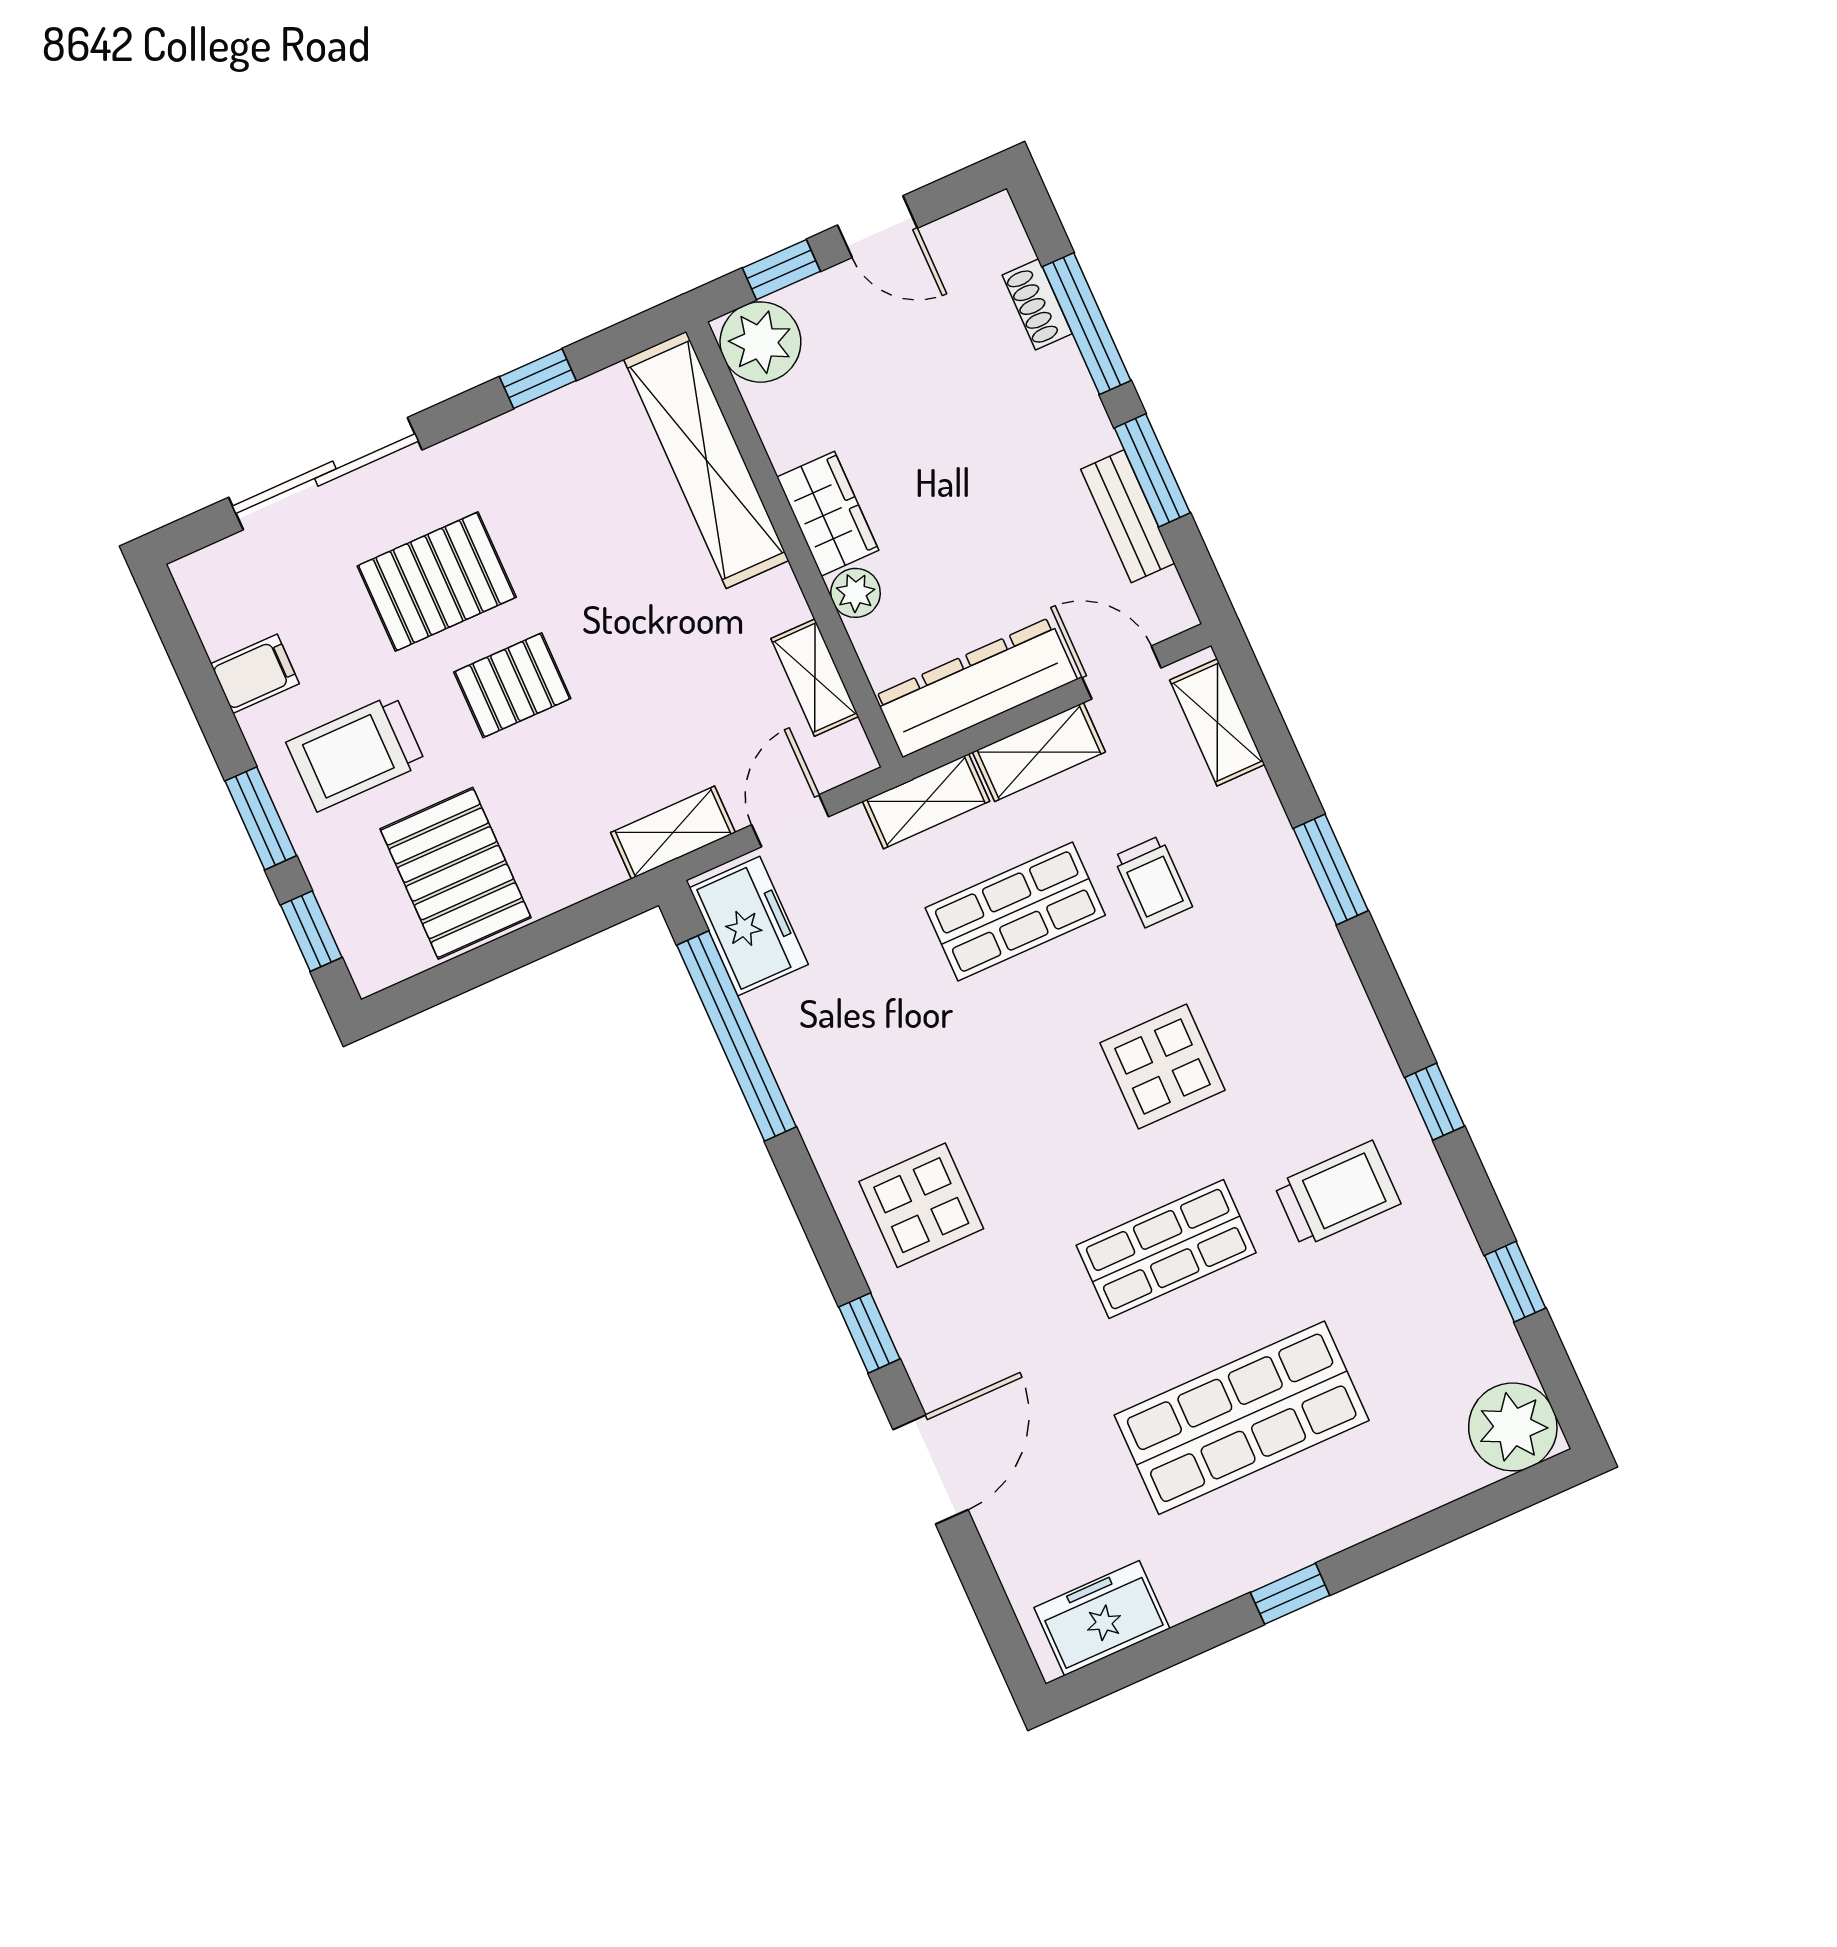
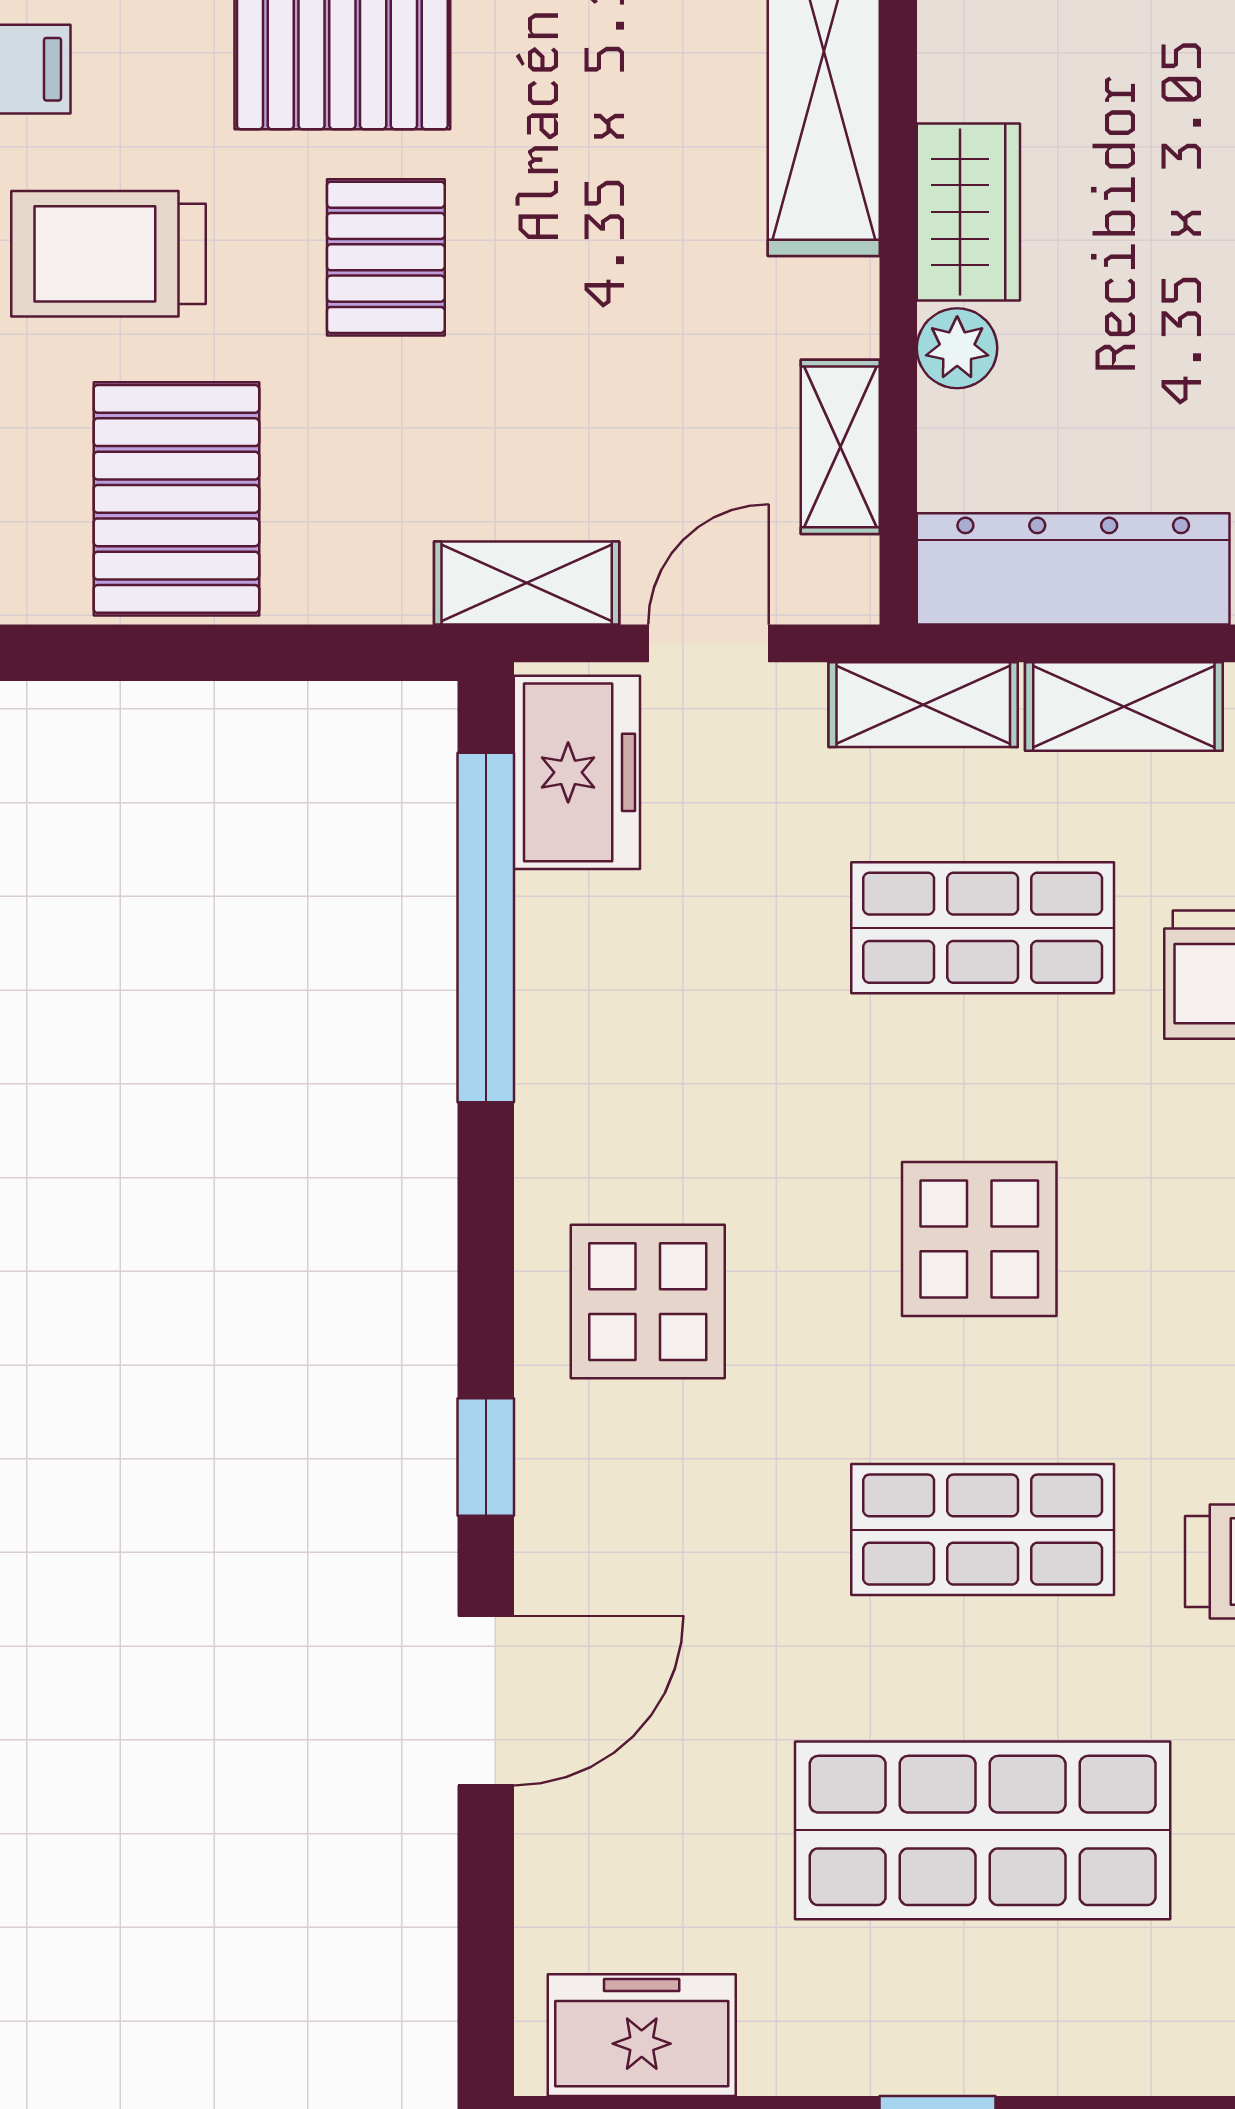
pallet: (512, 685) -> (386, 257), turned 90
display table: (1162, 1066) -> (979, 1239), moved

